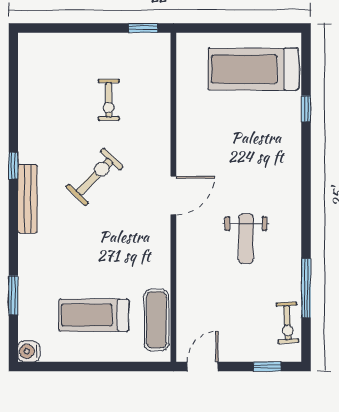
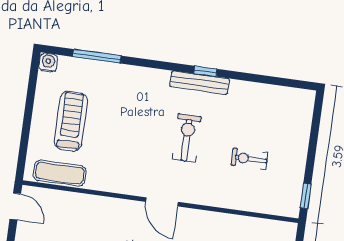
exercise bike: (95, 177) -> (187, 138), turned -134
bench: (28, 199) -> (200, 83), moved
window: (13, 295) -> (97, 56), width x1.44

